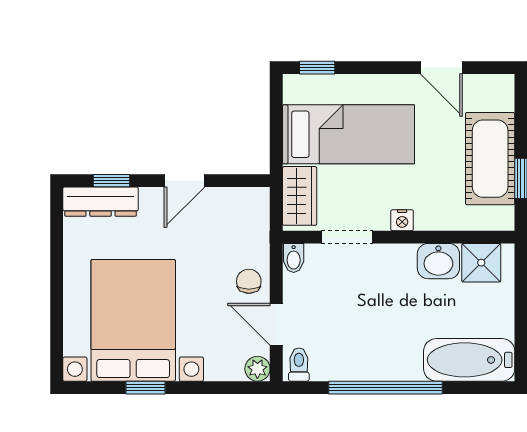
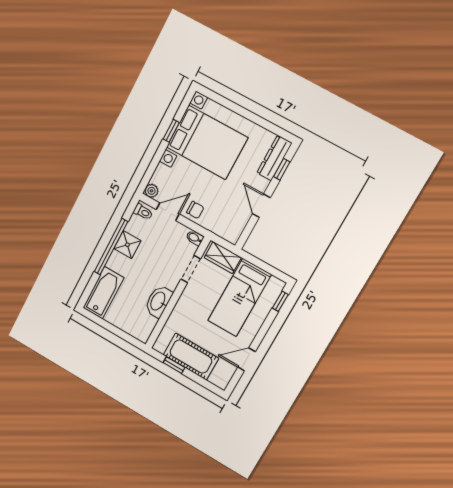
nightstand: (402, 220) -> (185, 299), removed
washbasin: (438, 261) -> (158, 301), width x1.38
shower: (481, 263) -> (127, 245), moved

